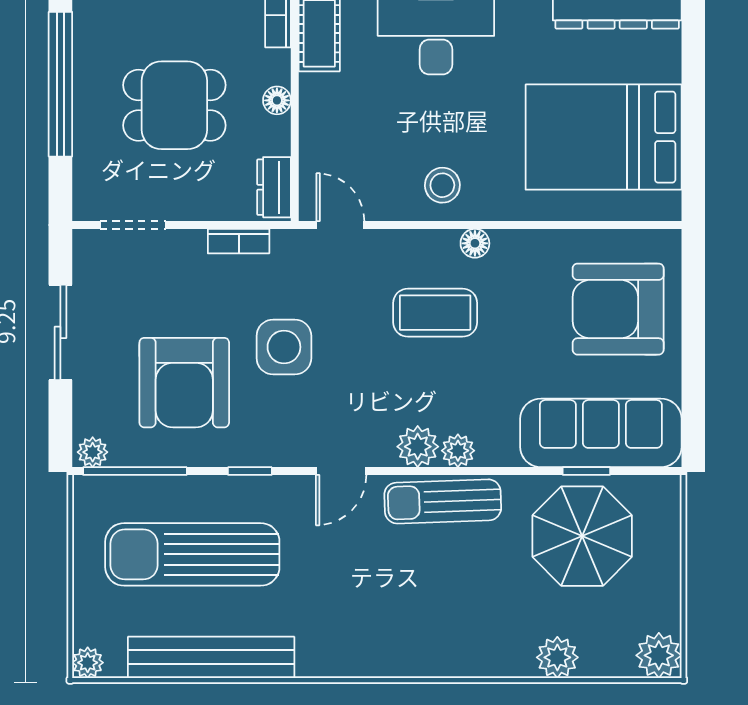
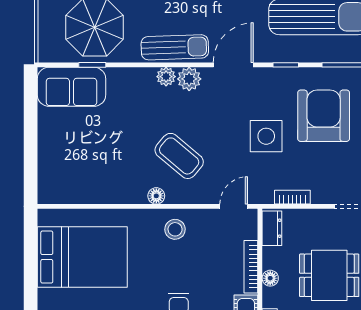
bookcase: (310, 120) -> (251, 267), added
door: (340, 225) -> (234, 206), swing flipped
armchair: (618, 309) -> (74, 158), removed
coffee table: (435, 313) -> (179, 156), turned 40
sofa: (601, 433) -> (71, 87), width x0.73
door: (341, 471) -> (233, 65), width x1.38

